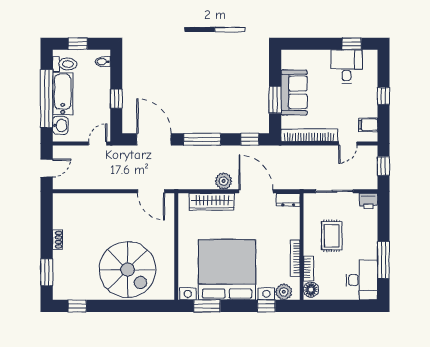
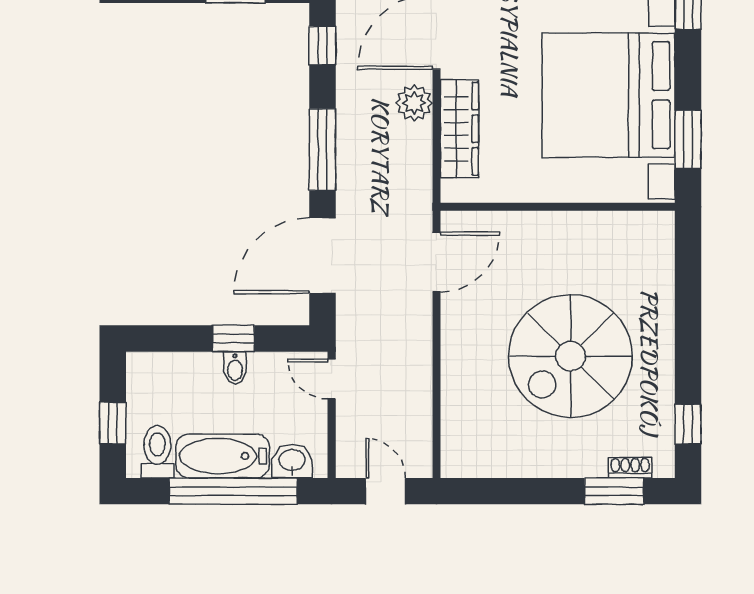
bidet: (103, 62) -> (235, 368), moved
shoe rack: (57, 240) -> (630, 468), moved
spiral stairs: (127, 270) -> (570, 356), moved, turned 180

